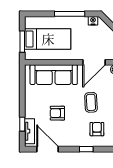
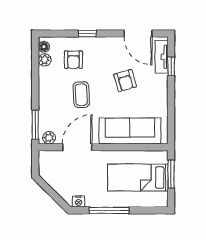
armchair: (57, 113) -> (125, 81), turned 74

